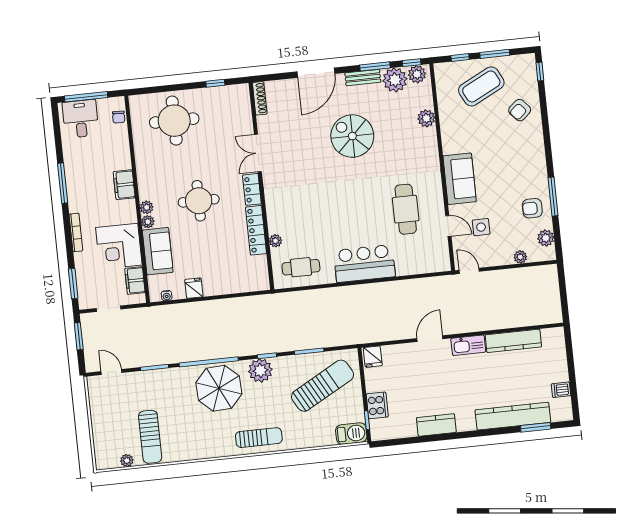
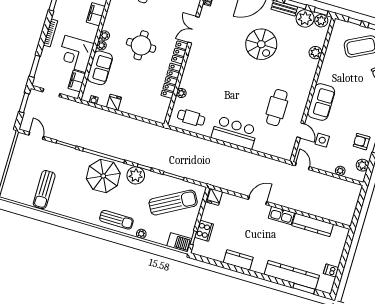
spiral stairs: (352, 136) -> (261, 44), turned 180
plant: (127, 460) -> (141, 234), moved

